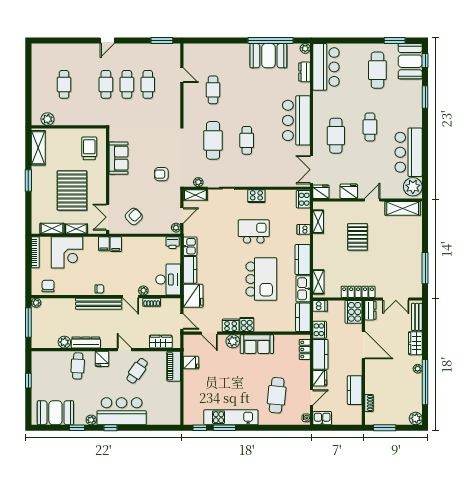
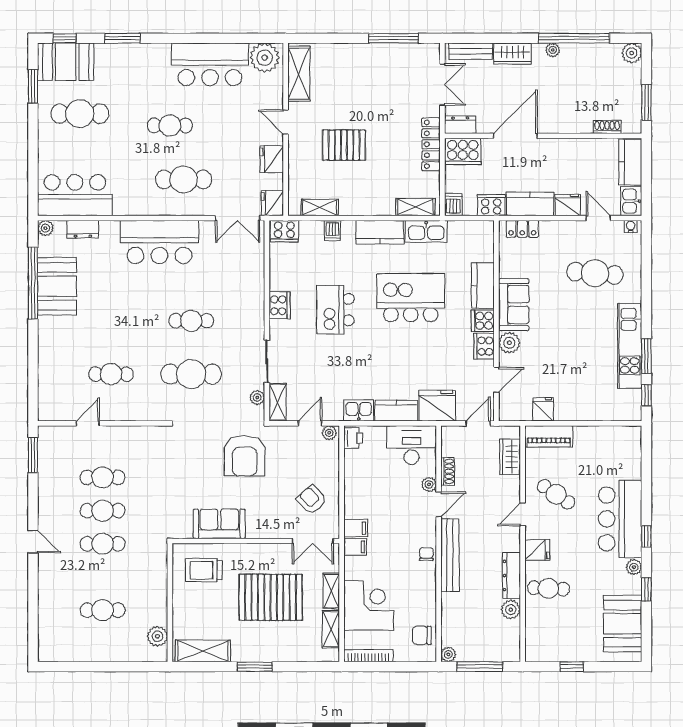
armchair: (161, 174) -> (245, 456), width x1.88, depth x1.88
door: (182, 215) -> (310, 423), hinge flipped
kitchen counter: (303, 317) -> (483, 286), moved, turned 90
kitchen counter: (355, 390) -> (630, 162), moved, turned 90

